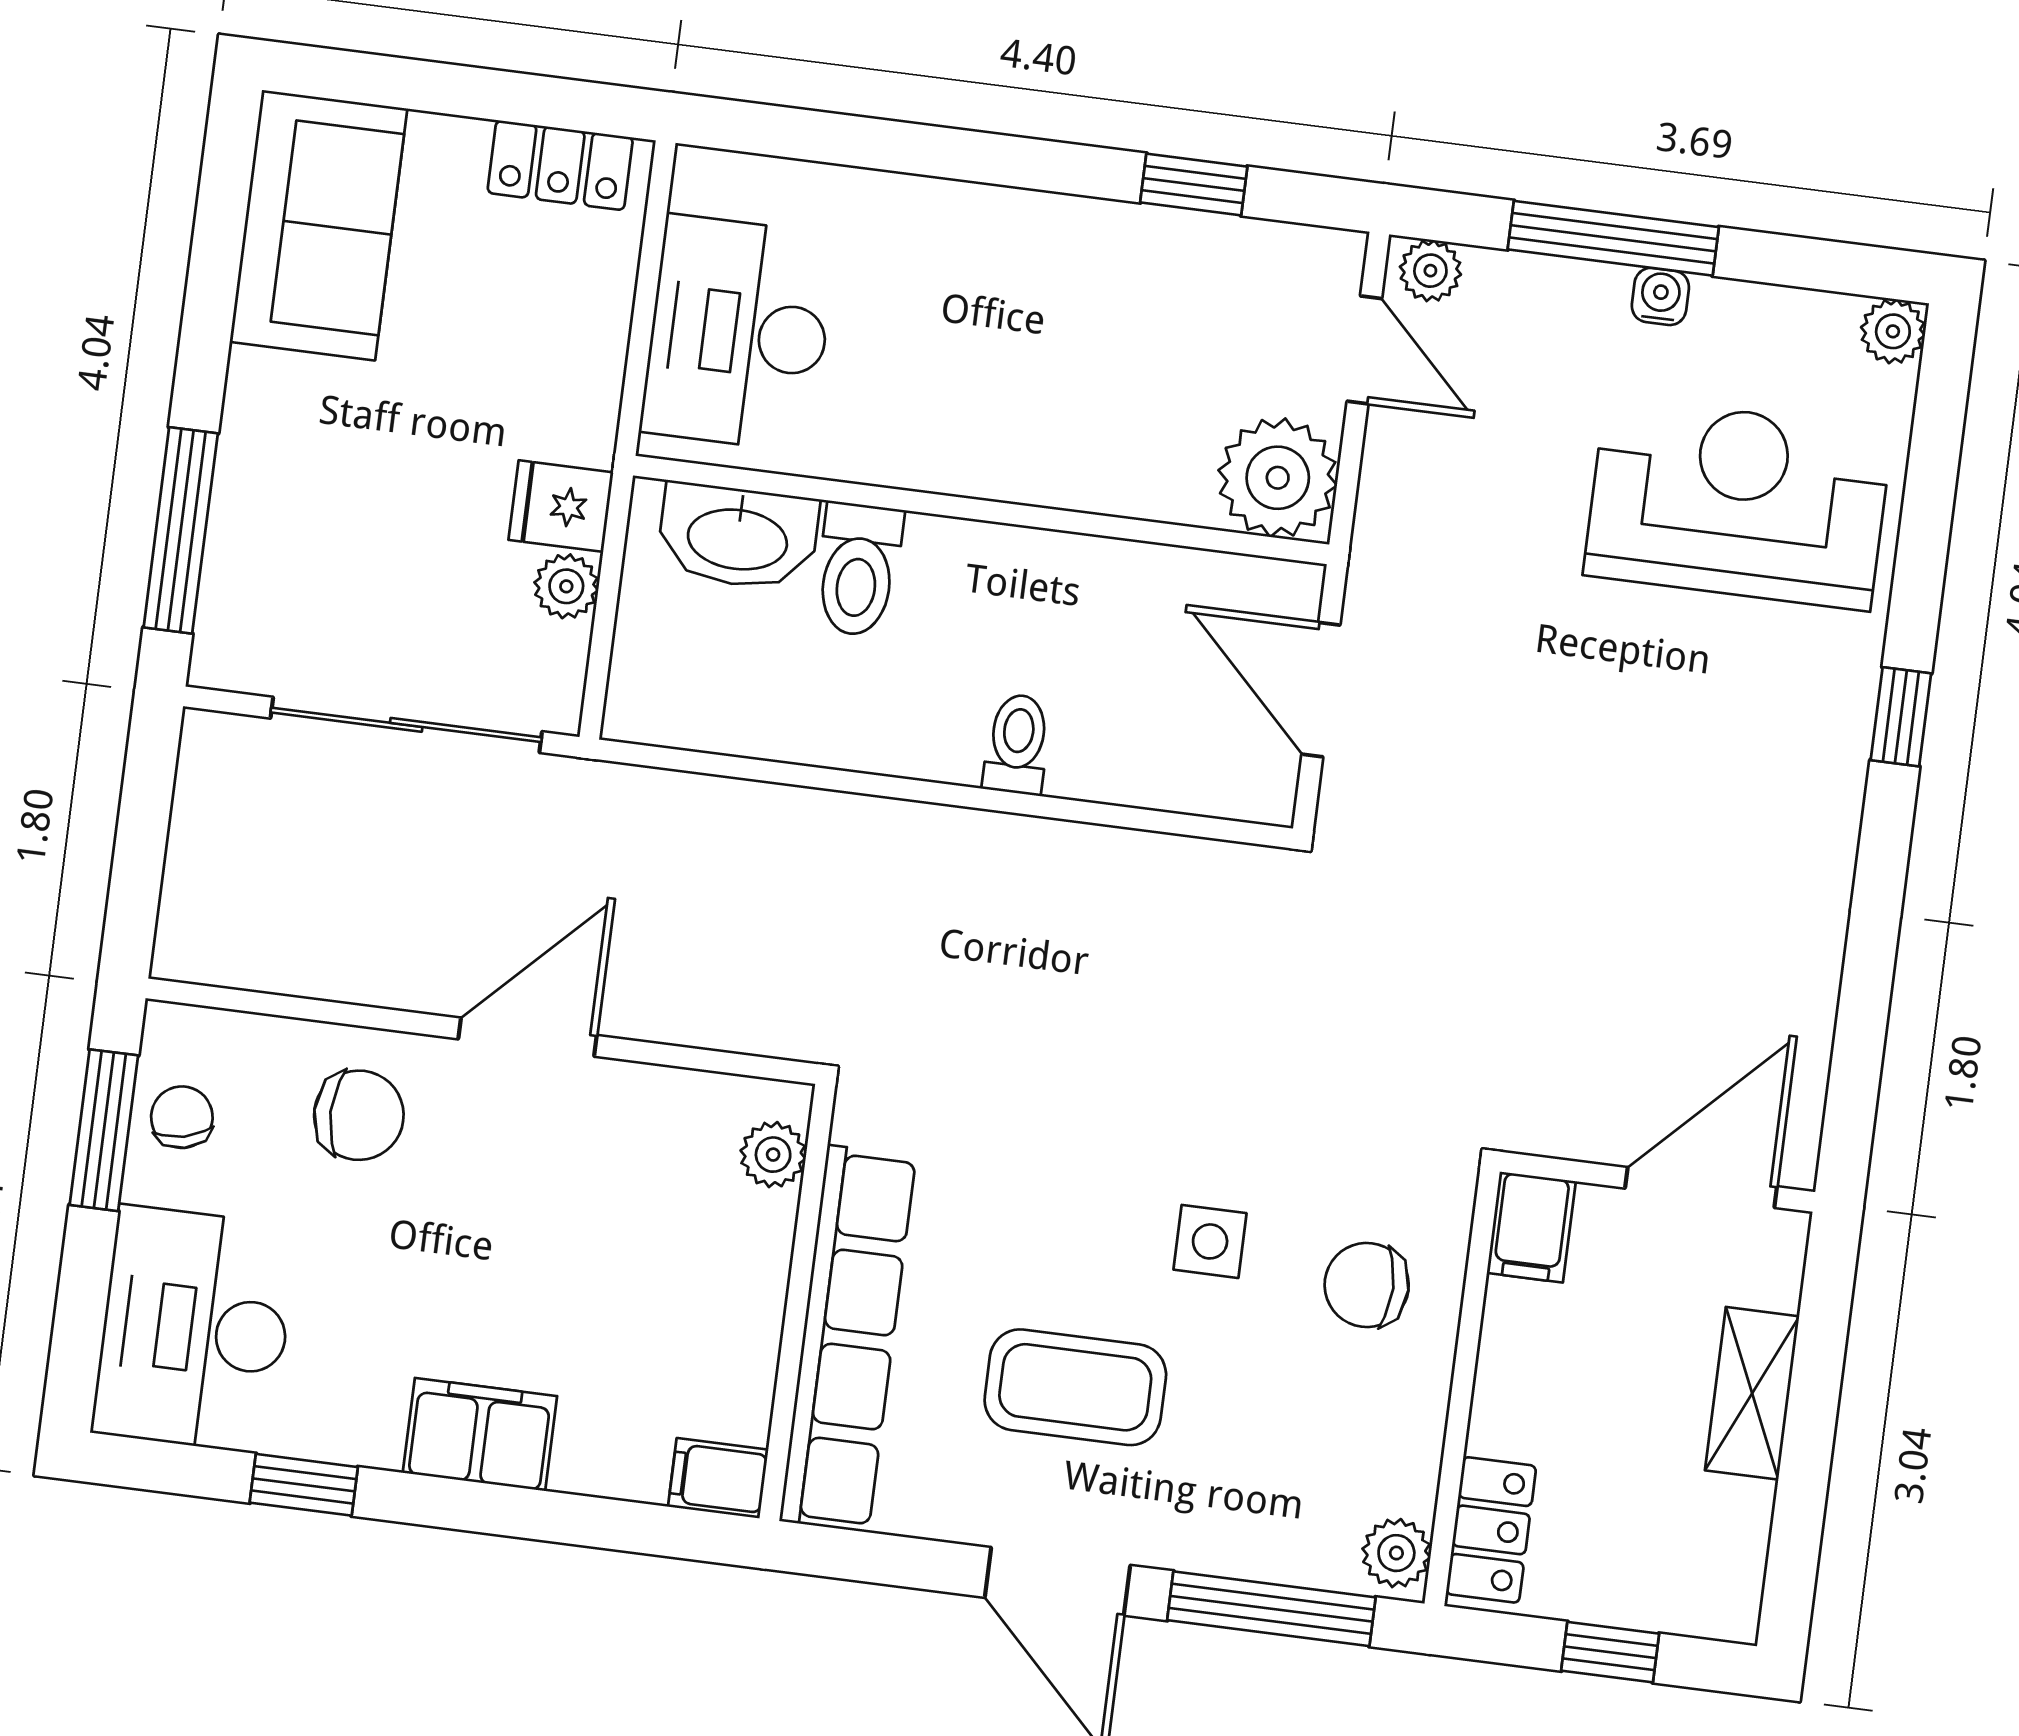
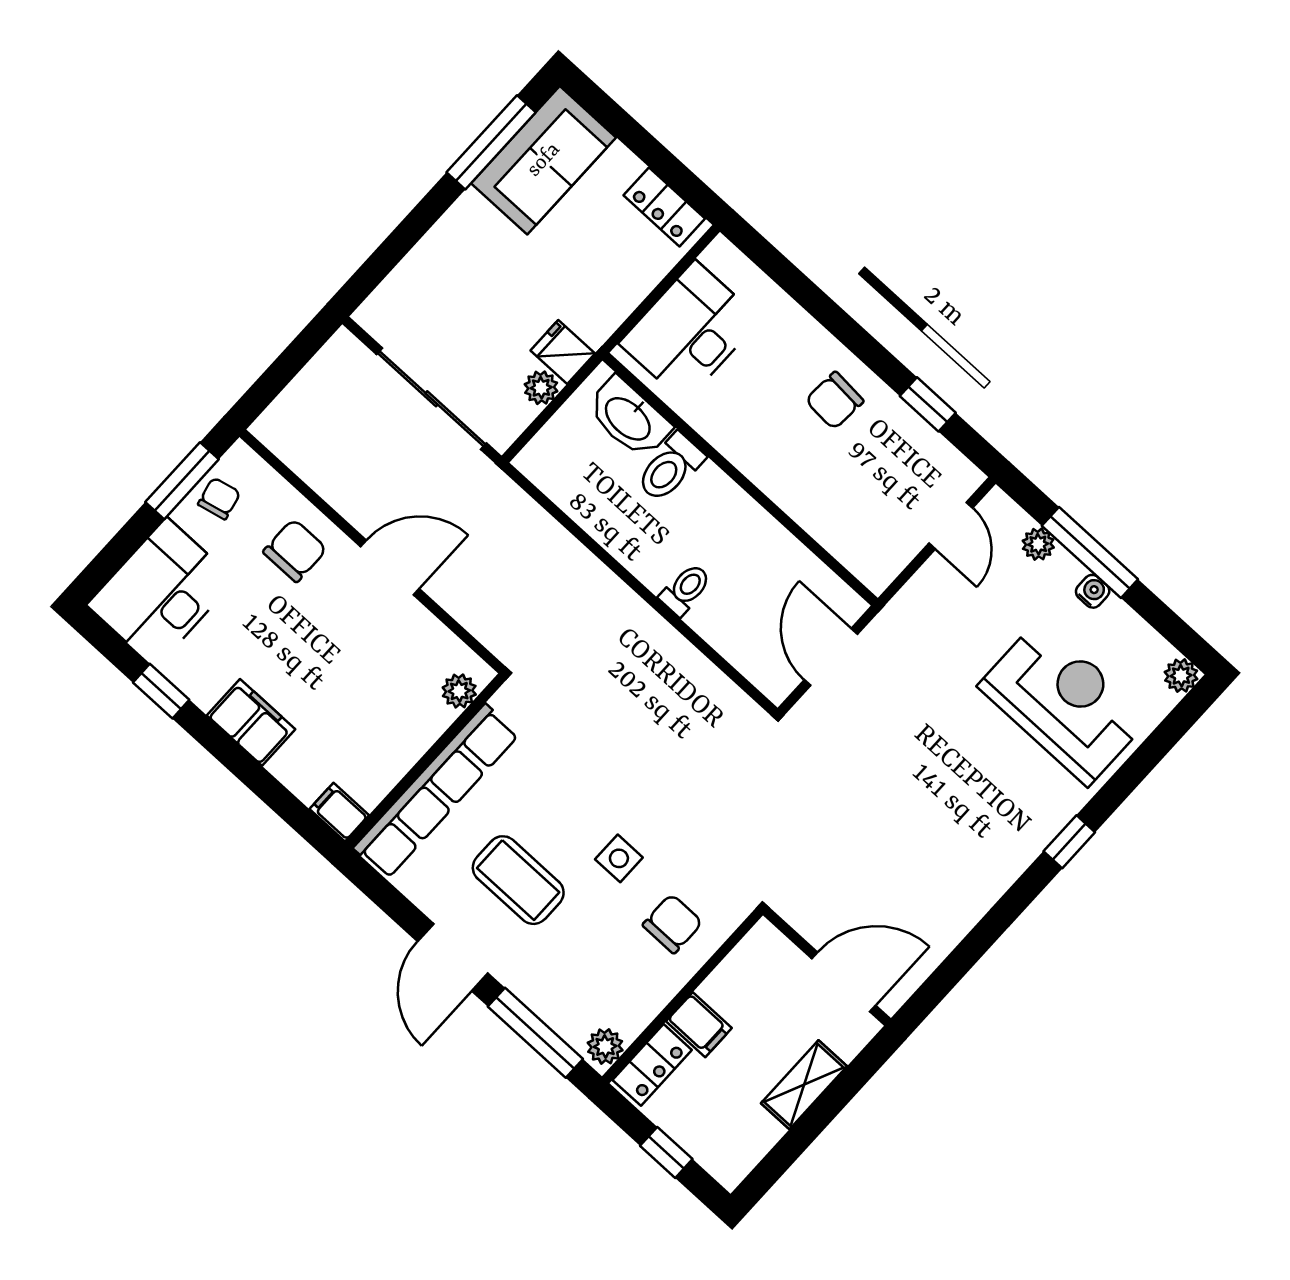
plant: (1430, 271) -> (1038, 544), moved
chair: (1043, 282) -> (835, 400), added
plant: (1278, 478) -> (876, 554), removed
window: (181, 530) -> (491, 142), moved
chair: (359, 1115) -> (295, 551), turned -90
filing cabinet: (1531, 1227) -> (699, 1025), moved, turned -90
chair: (1367, 1285) -> (673, 924), turned 90

